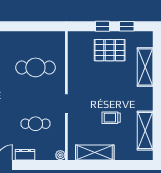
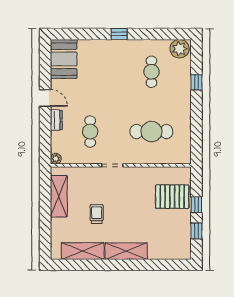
pallet: (110, 50) -> (172, 197), moved, turned 90
cafe table: (35, 67) -> (151, 132), turned 90
shelving: (145, 67) -> (126, 251), moved

